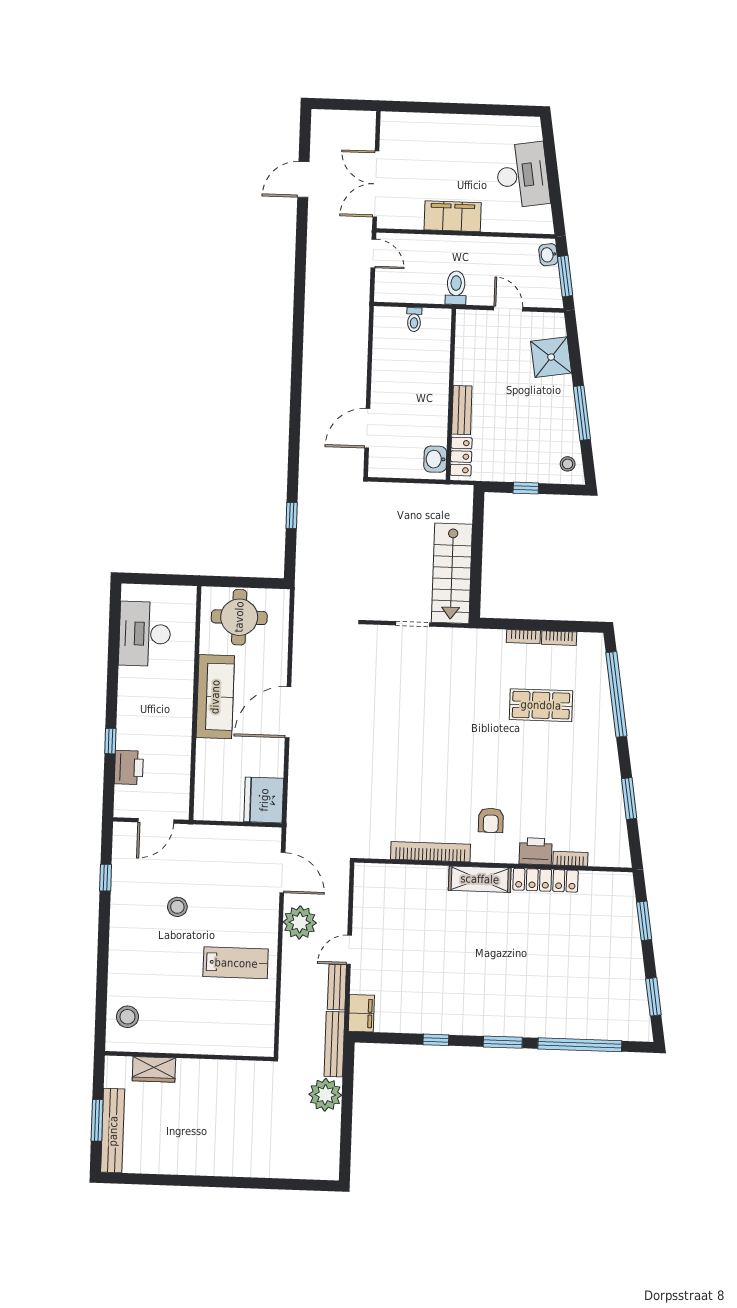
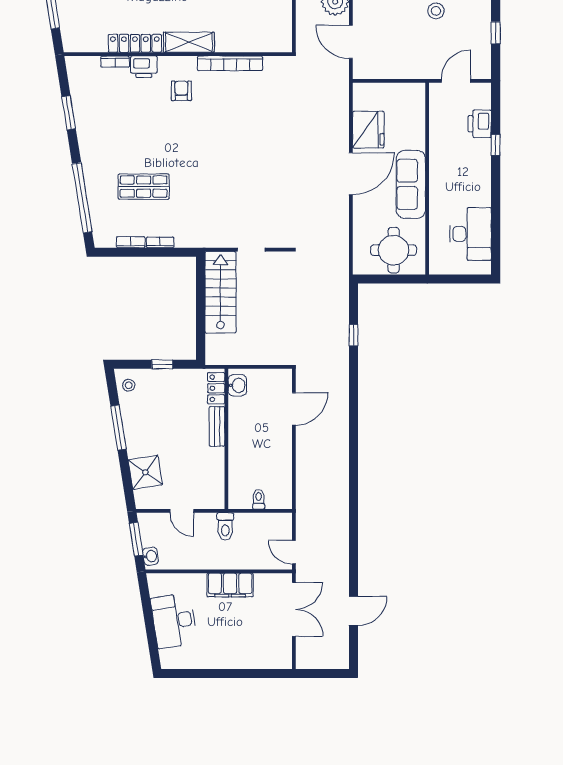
fridge: (264, 800) -> (368, 130), moved

